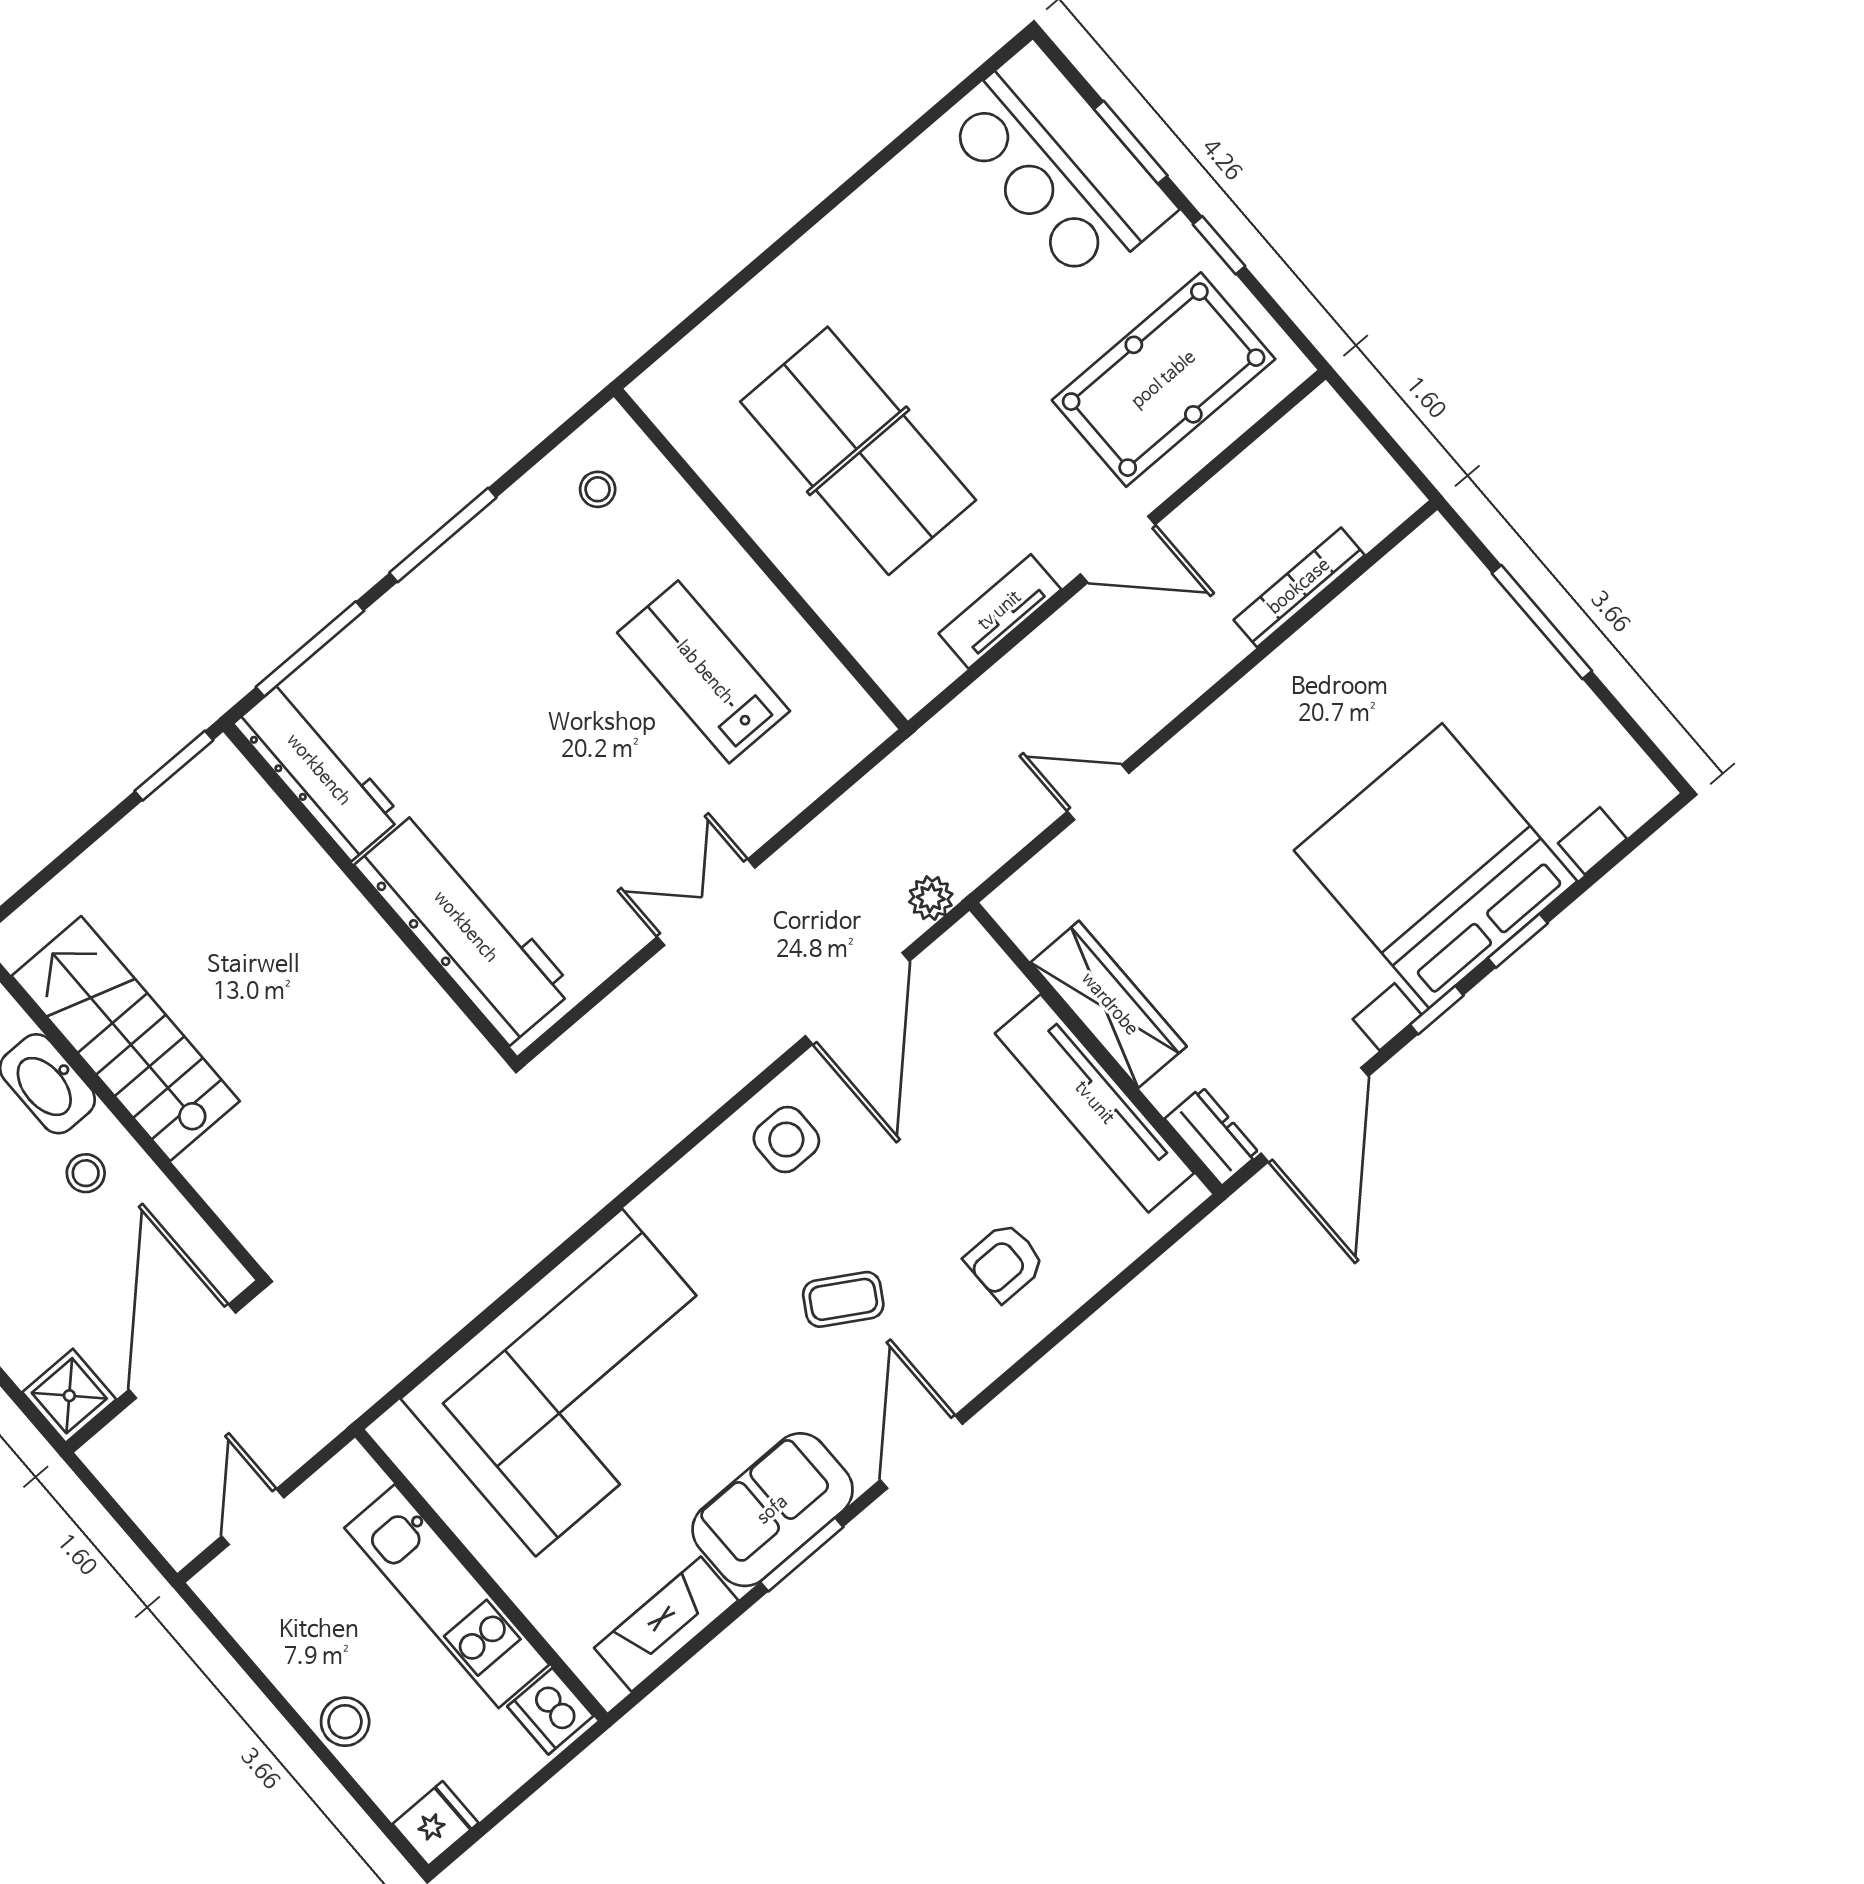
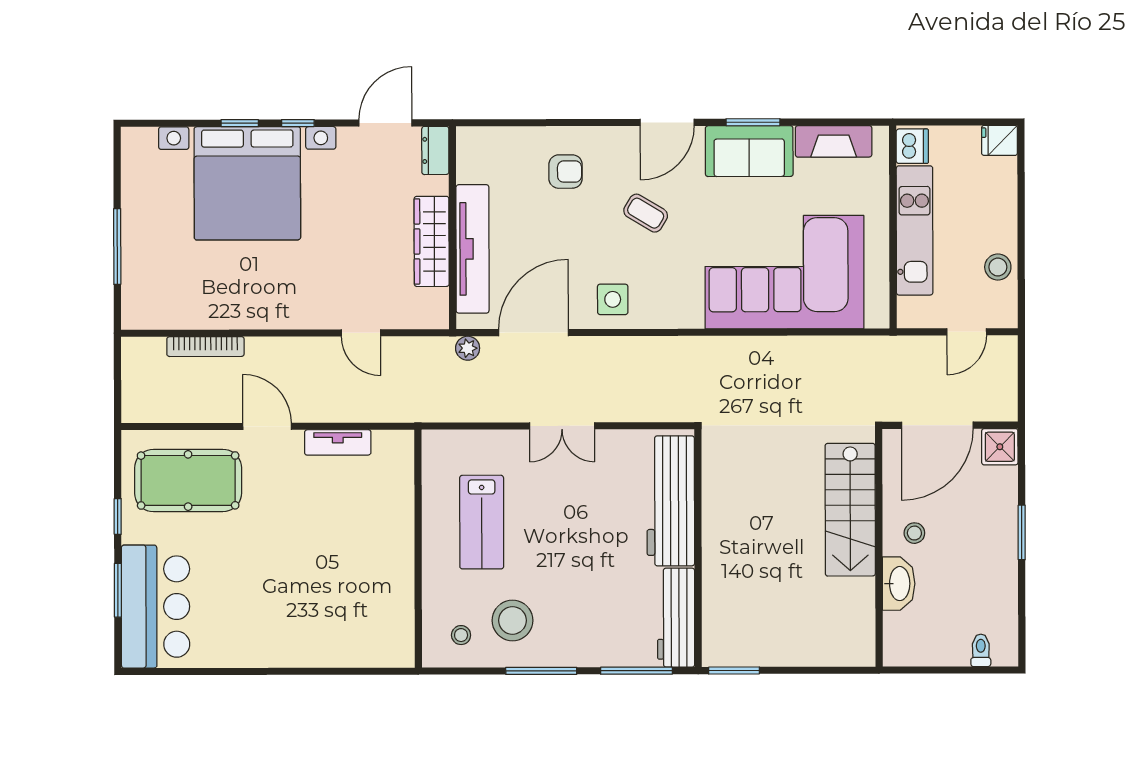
table tennis table: (858, 451) -> (340, 559), removed
stool: (543, 571) -> (512, 620), added
stairs: (126, 1038) -> (850, 510), moved
tv unit: (1094, 1103) -> (472, 249), moved
door: (1315, 1115) -> (385, 123), width x0.73
stool: (345, 1722) -> (998, 267), moved

